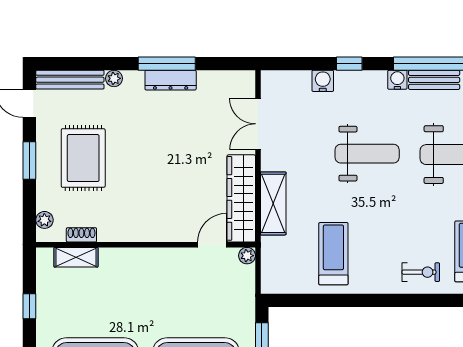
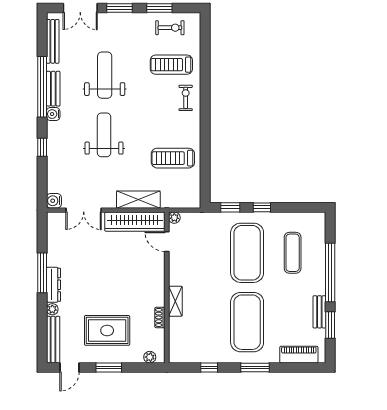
dresser: (171, 80) -> (53, 285), moved
water cooler: (323, 81) -> (54, 201), moved
shoe rack: (81, 235) -> (160, 317), moved
shelving: (76, 257) -> (175, 301), moved

